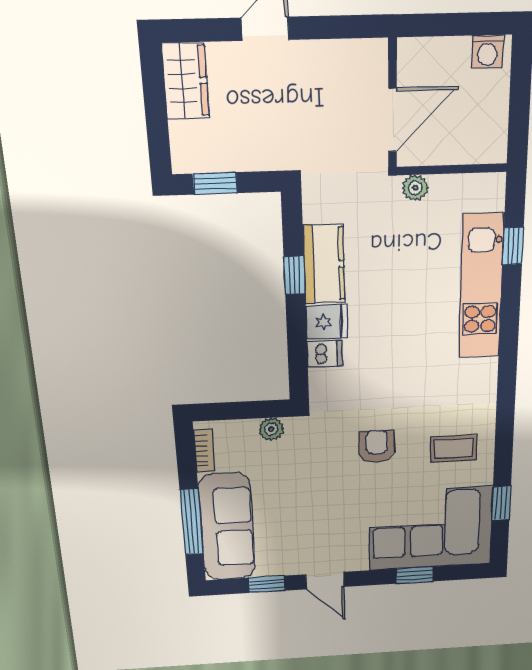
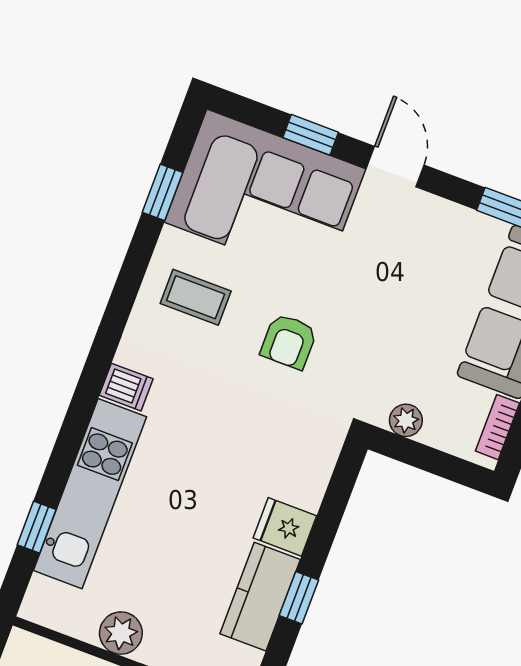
plant: (415, 188) -> (121, 633), width x1.38, depth x1.38
dishwasher: (325, 354) -> (126, 387), moved, turned 180
door: (325, 581) -> (395, 167), moved

